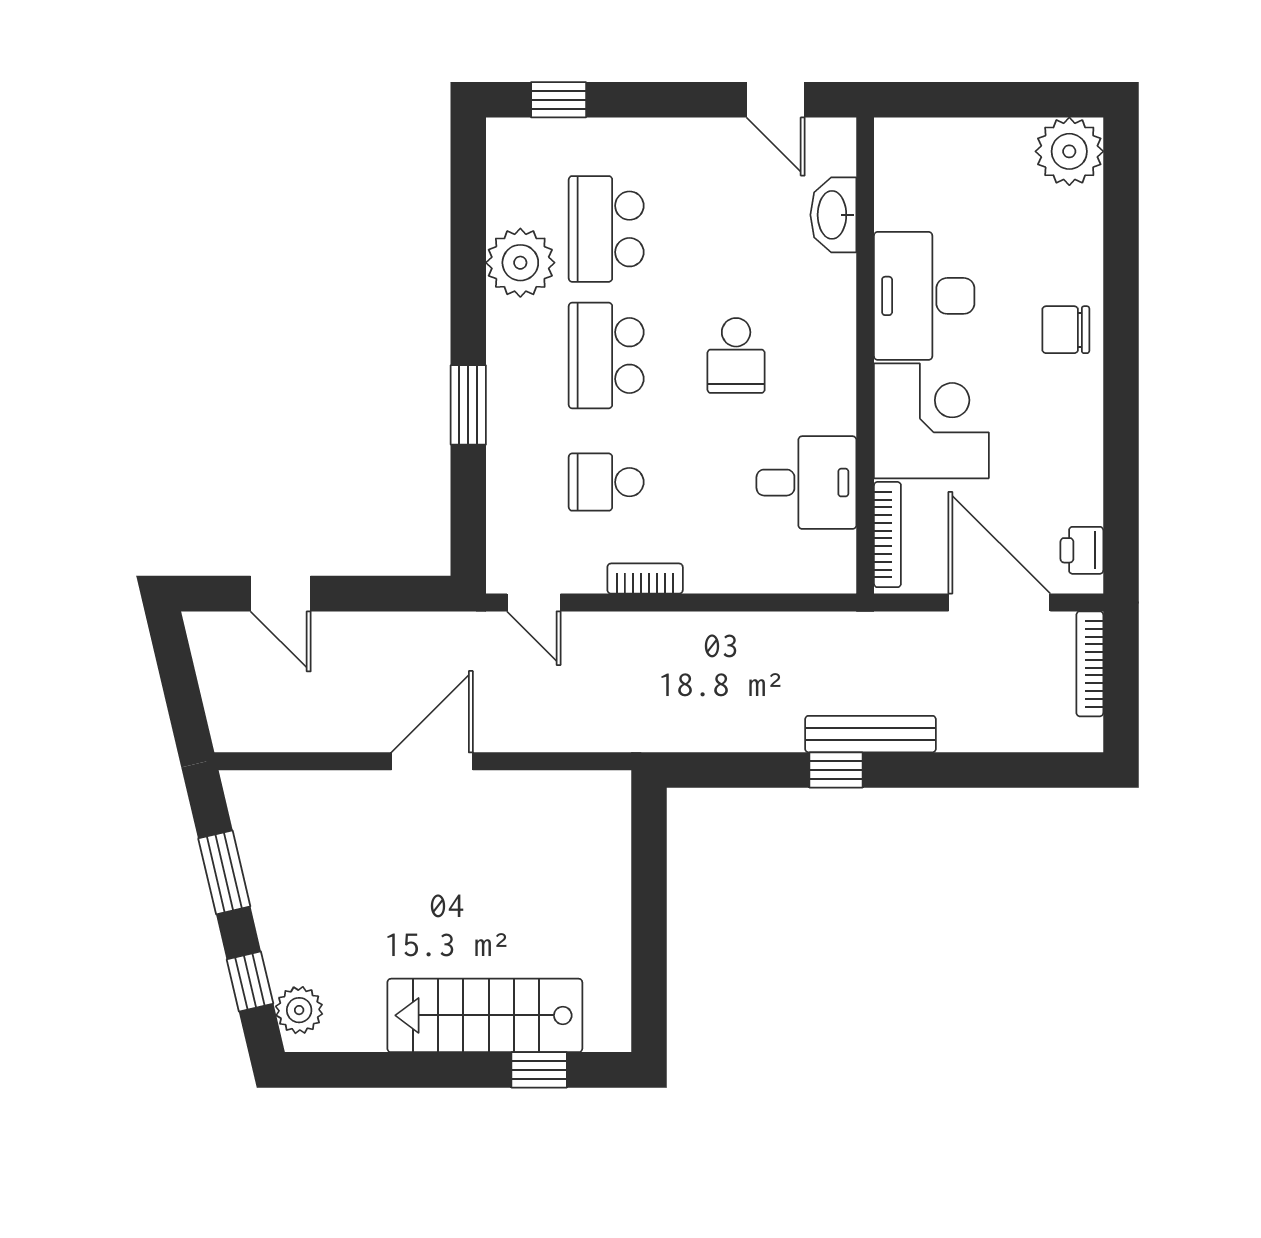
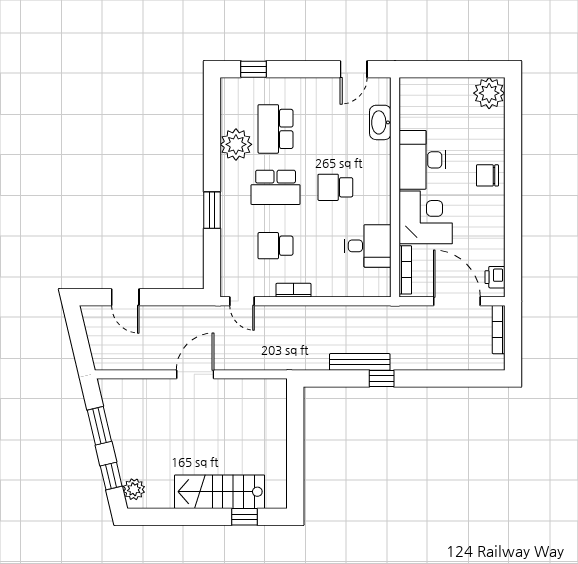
door: (776, 100) -> (354, 69), hinge flipped
school desk: (606, 356) -> (276, 187), turned -90
school desk: (736, 356) -> (335, 187), turned 90
bench: (870, 734) -> (360, 362), moved

